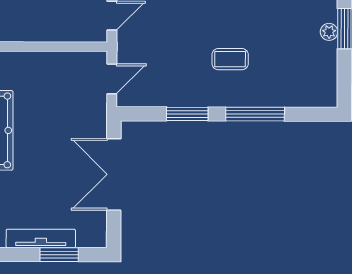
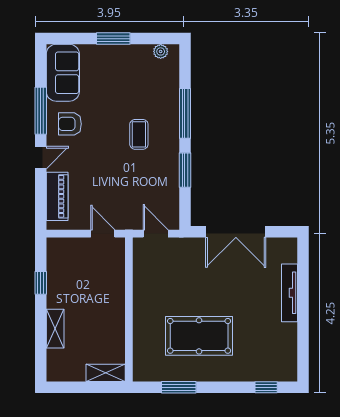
plant: (329, 32) -> (161, 51), moved
window: (59, 255) -> (303, 277), removed

